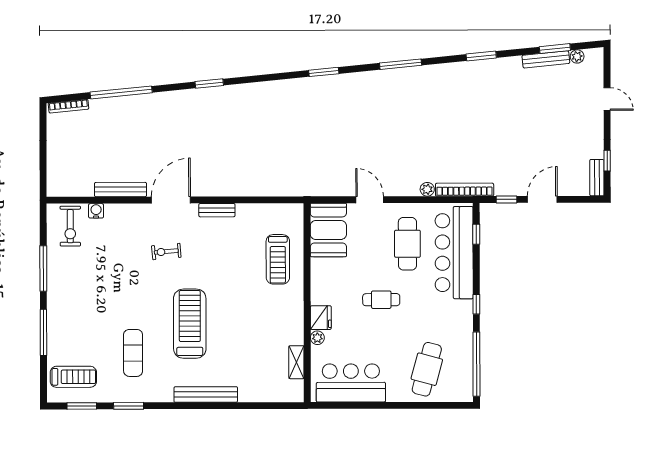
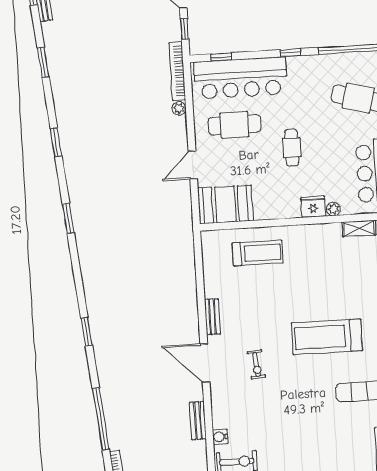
window: (401, 64) -> (56, 142), width x0.69
bench: (121, 190) -> (198, 421), width x0.73

